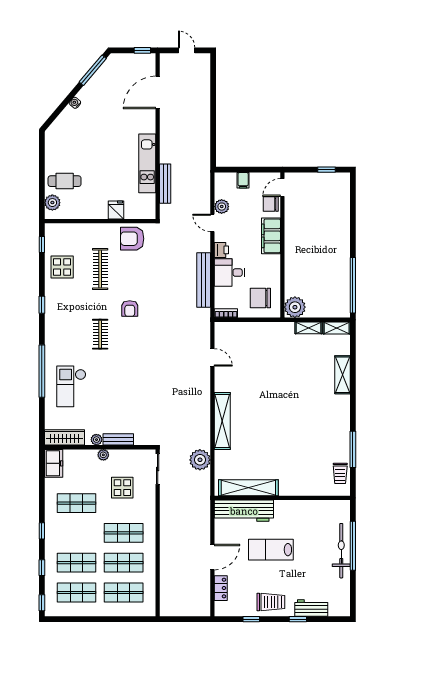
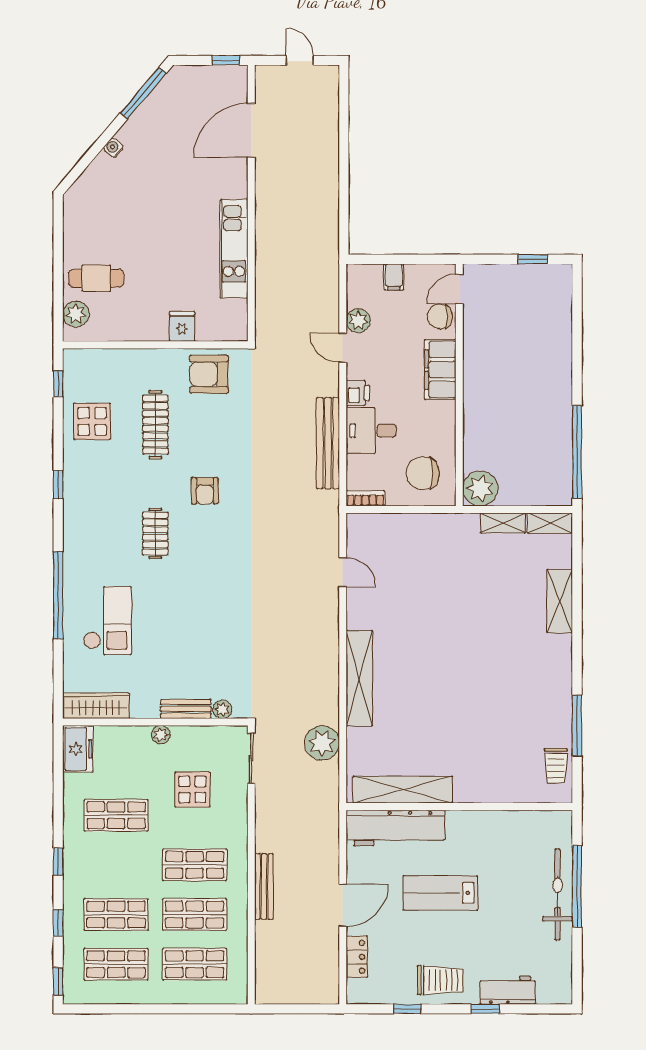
bench: (165, 184) -> (264, 887), moved
checkout: (71, 386) -> (107, 621), turned 180
plant: (96, 440) -> (222, 709), moved

